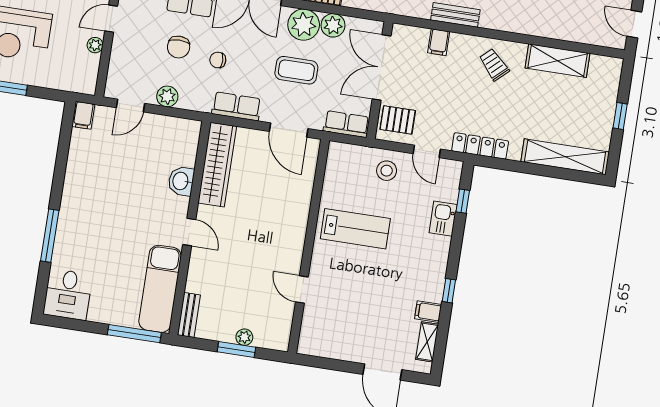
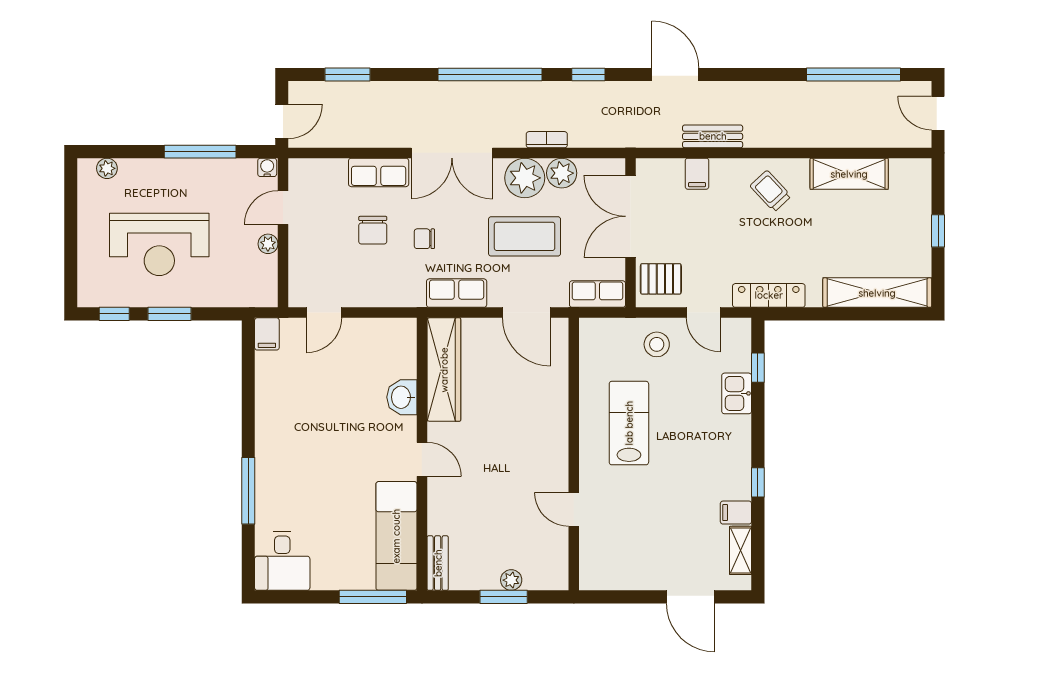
coffee table: (296, 70) -> (525, 236), width x1.36, depth x1.32
plant: (167, 96) -> (368, 294), removed
lab bench: (355, 229) -> (629, 423), turned -90

